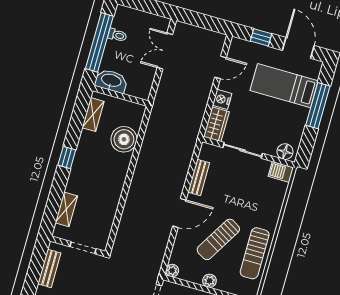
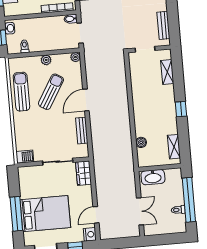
washbasin: (111, 81) -> (153, 177), moved
bed: (284, 86) -> (45, 214), width x1.50
nightstand: (222, 99) -> (90, 234), moved
boiler: (124, 139) -> (141, 142), width x0.54, depth x0.54
floor lamp: (285, 152) -> (27, 172), removed

